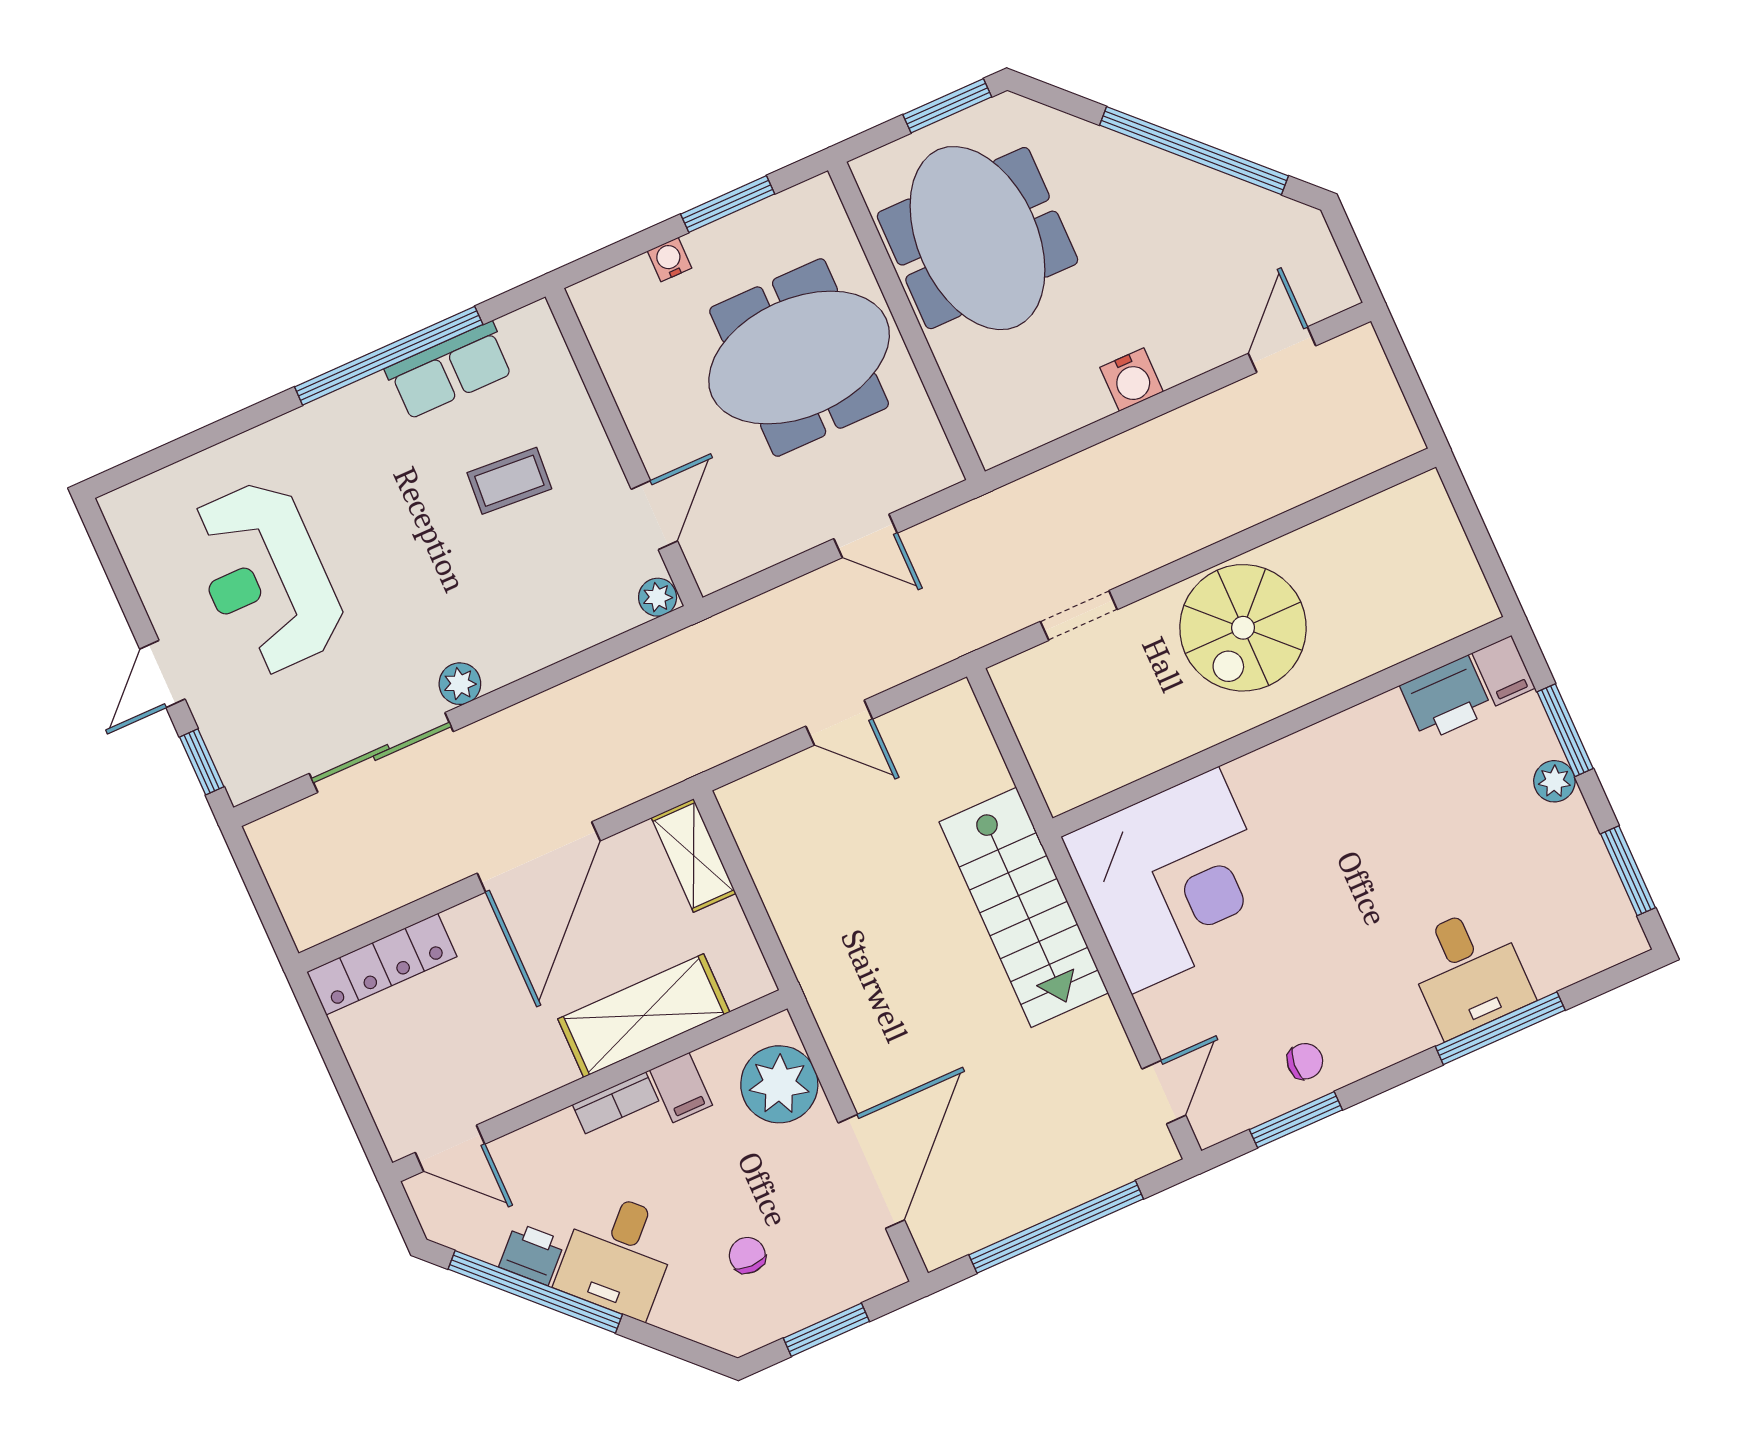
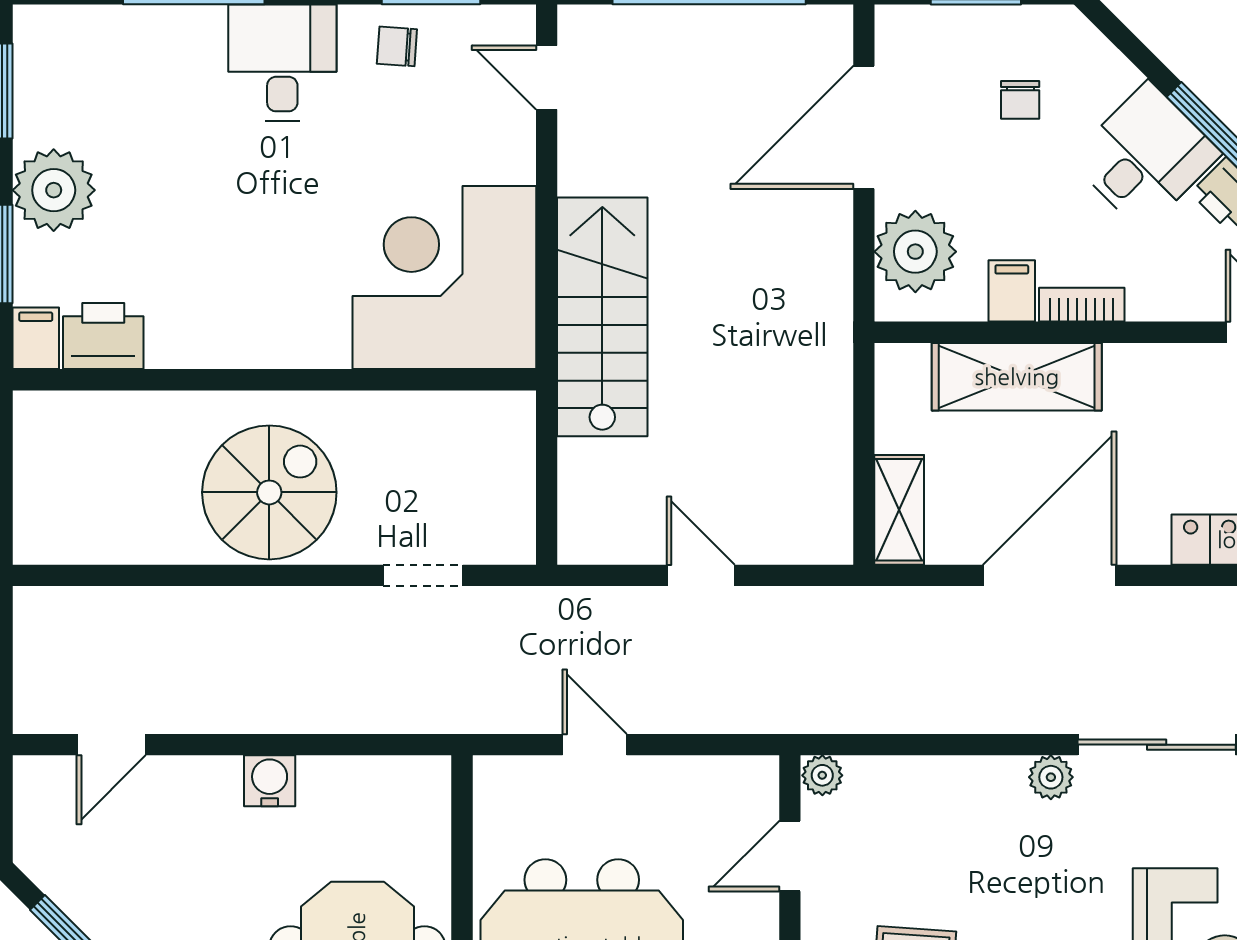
plant: (1554, 781) -> (54, 190), width x1.88, depth x1.88
desk: (1468, 971) -> (282, 63), moved
door: (1164, 1092) -> (547, 78), hinge flipped

